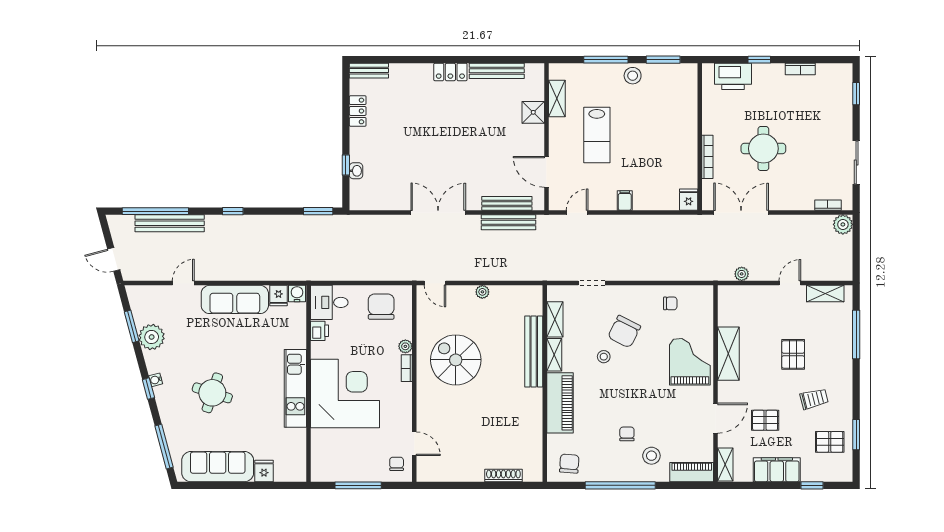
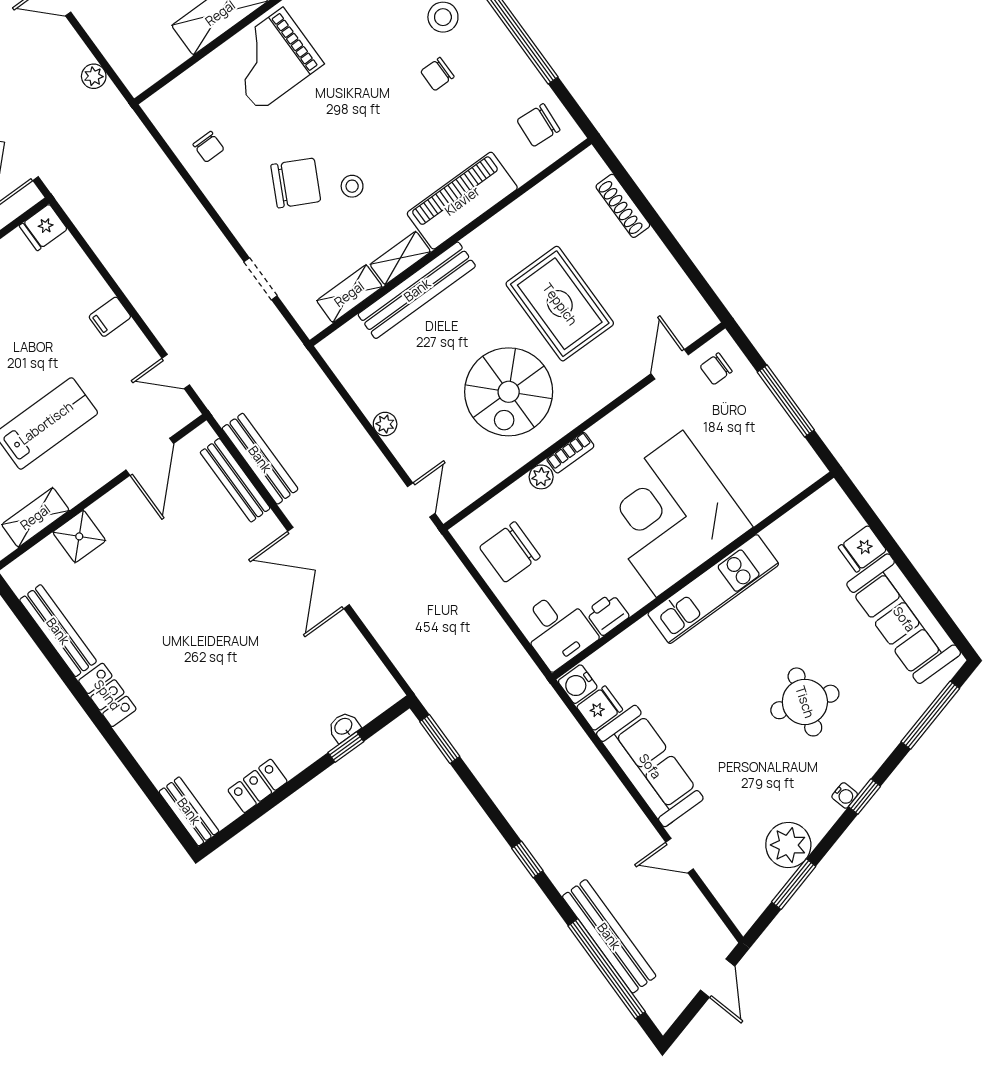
chair: (670, 303) -> (209, 147), turned 180
rug: (479, 413) -> (560, 304), added

